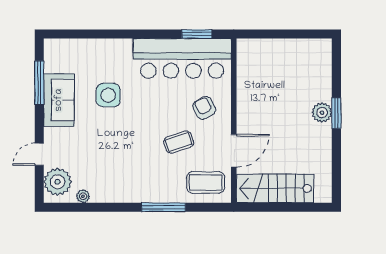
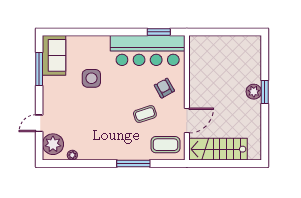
sofa: (59, 100) -> (54, 55), moved

